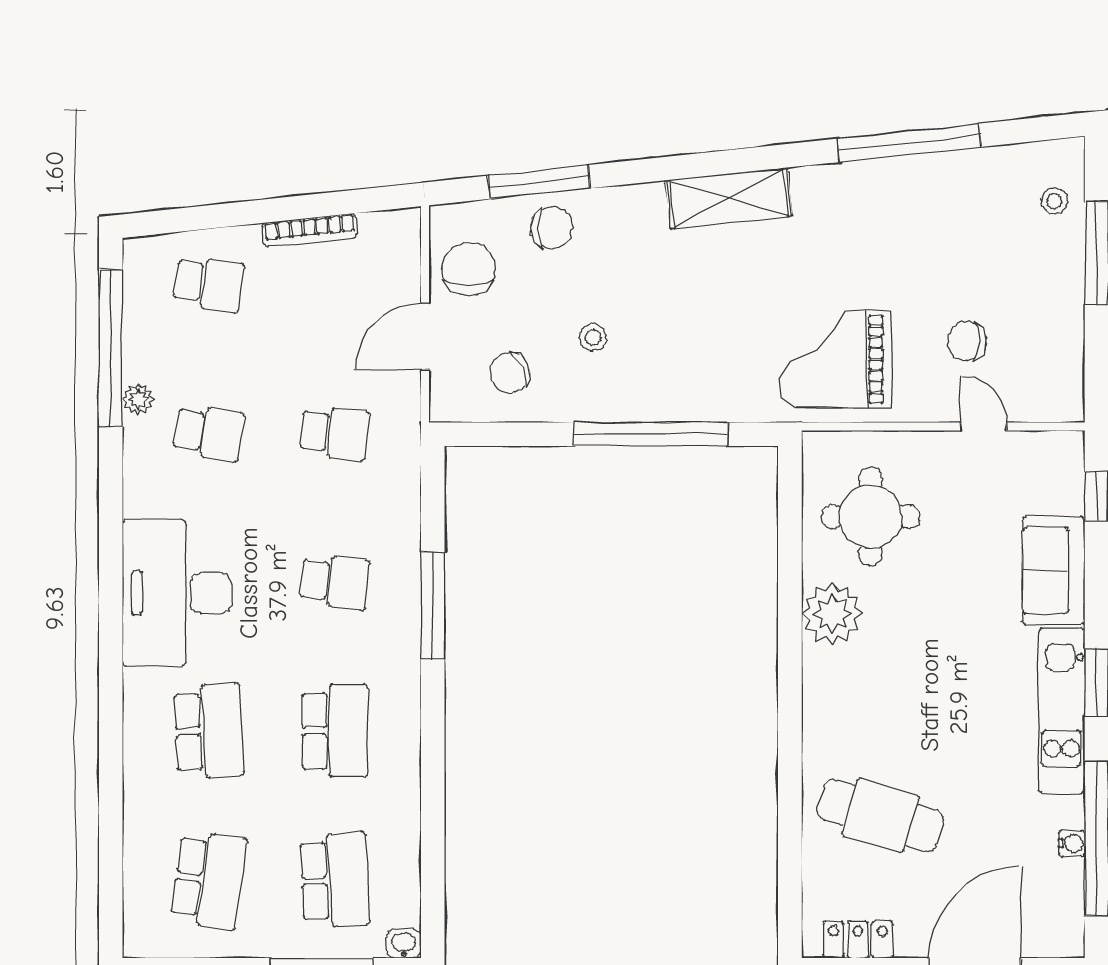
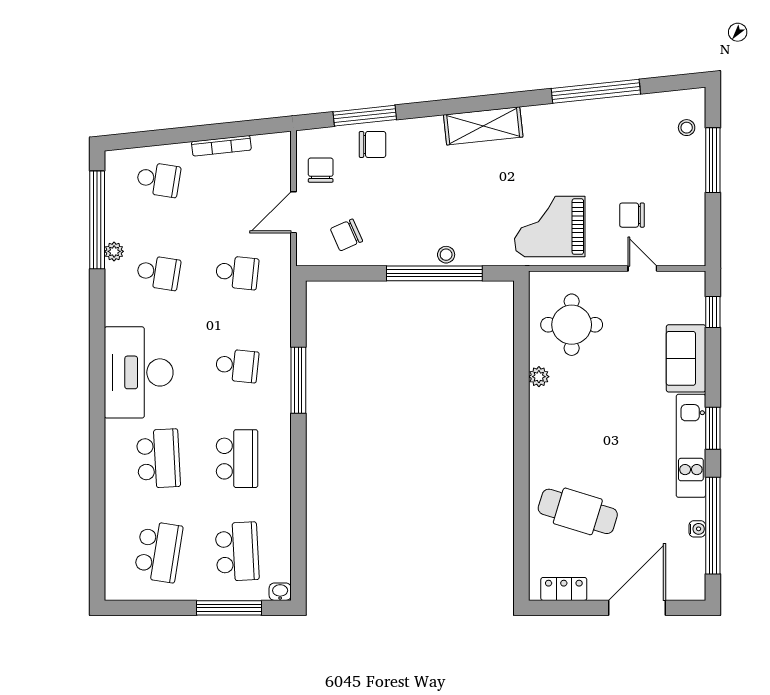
chair: (469, 269) -> (321, 170), width x0.73, depth x0.73
stool: (593, 338) -> (446, 255), moved
plant: (832, 614) -> (539, 377), width x0.53, depth x0.53

